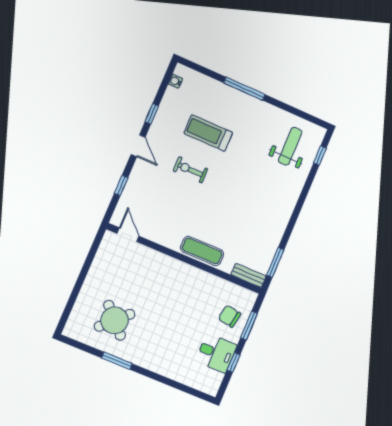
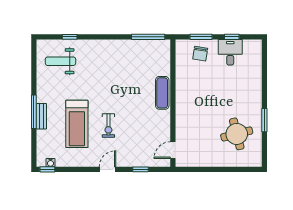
window: (152, 114) -> (47, 169), moved
treadmill: (208, 133) -> (77, 124), width x1.37, depth x1.38
window: (320, 155) -> (70, 37), moved
window: (275, 262) -> (148, 37), width x1.44
bench: (249, 275) -> (41, 116), moved
round table: (115, 320) -> (237, 134), turned 30

